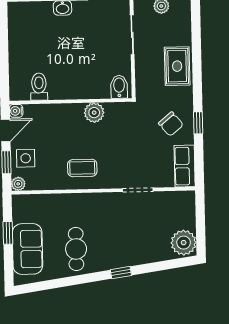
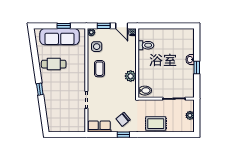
side table: (26, 158) -> (97, 47), moved
plant: (184, 243) -> (56, 125), removed
sofa: (27, 249) -> (60, 37), width x1.36

